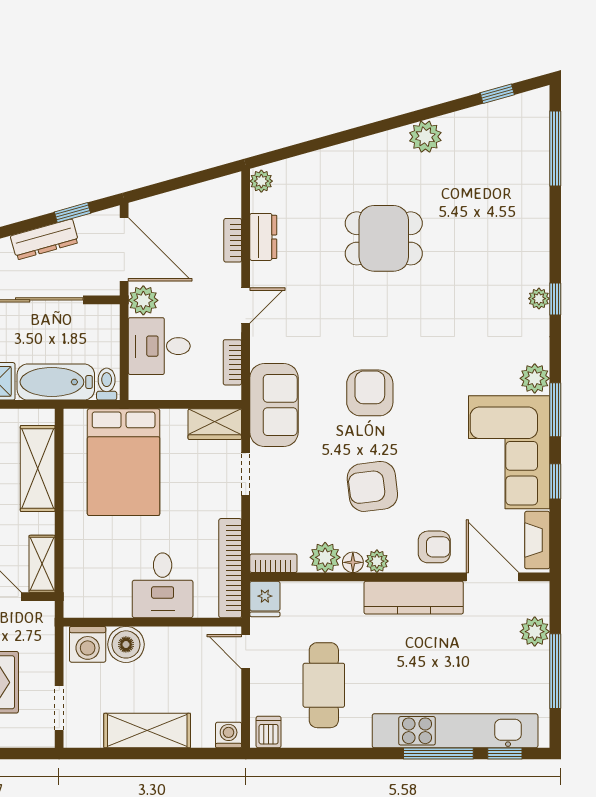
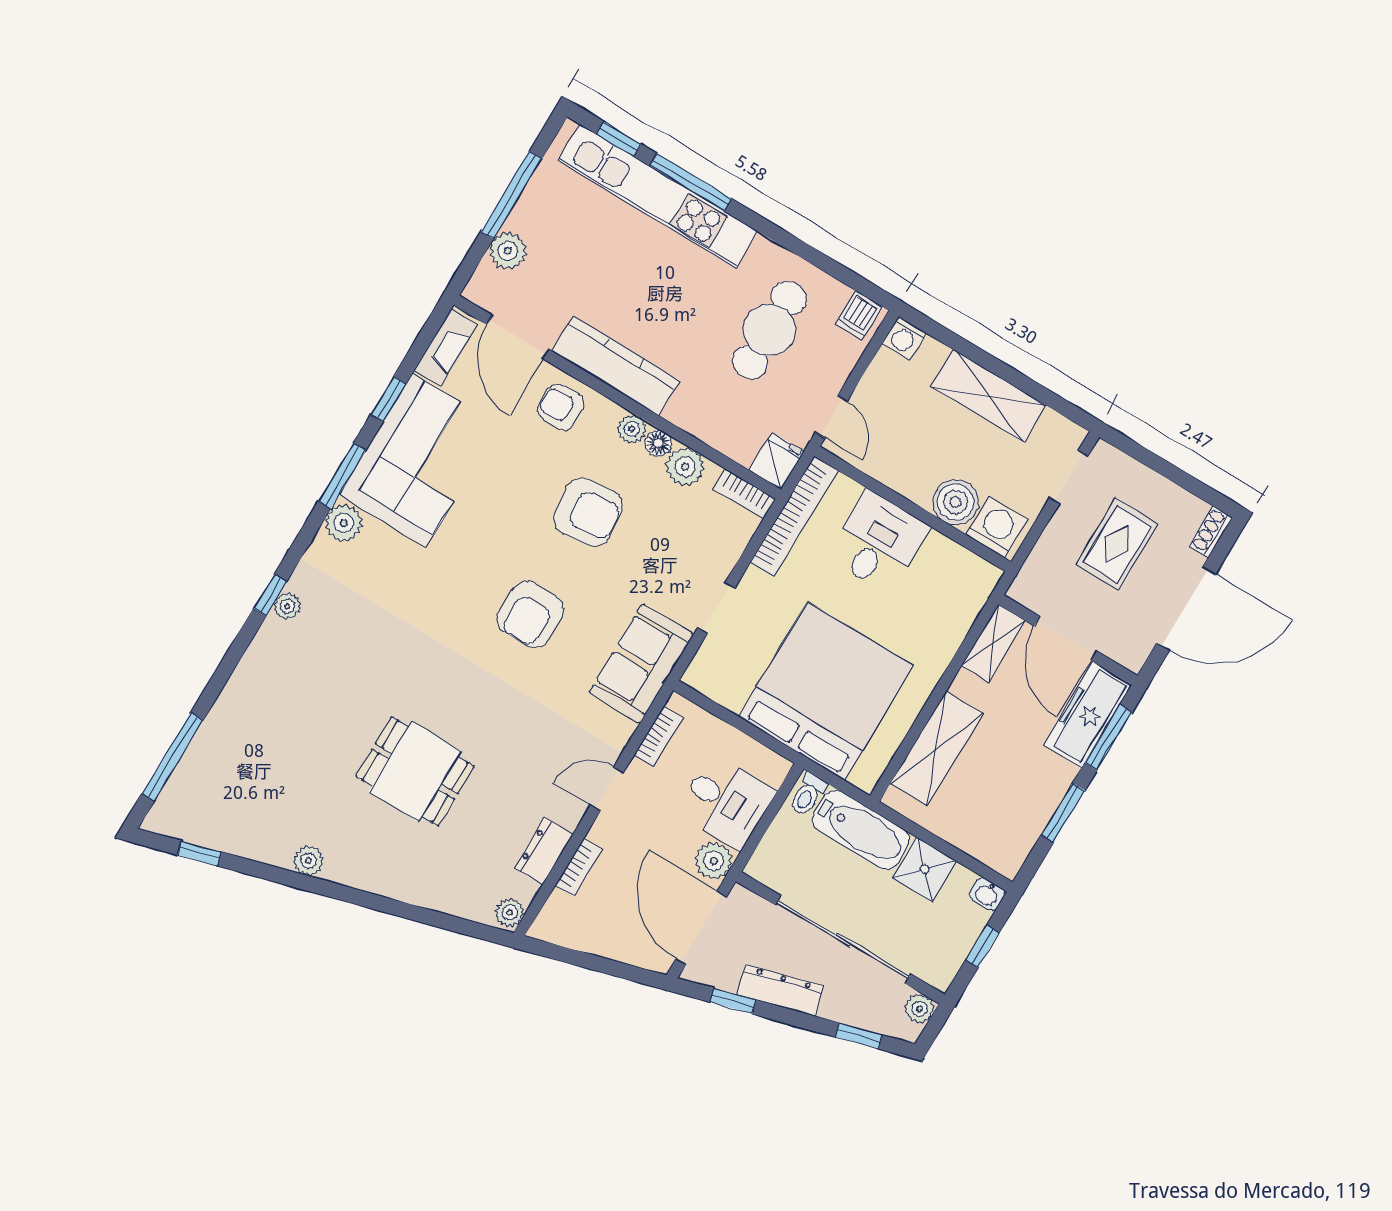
plant: (425, 137) -> (308, 861), width x0.73, depth x0.73
wardrobe: (215, 424) -> (717, 681), removed
bed: (124, 462) -> (826, 691), width x1.36

